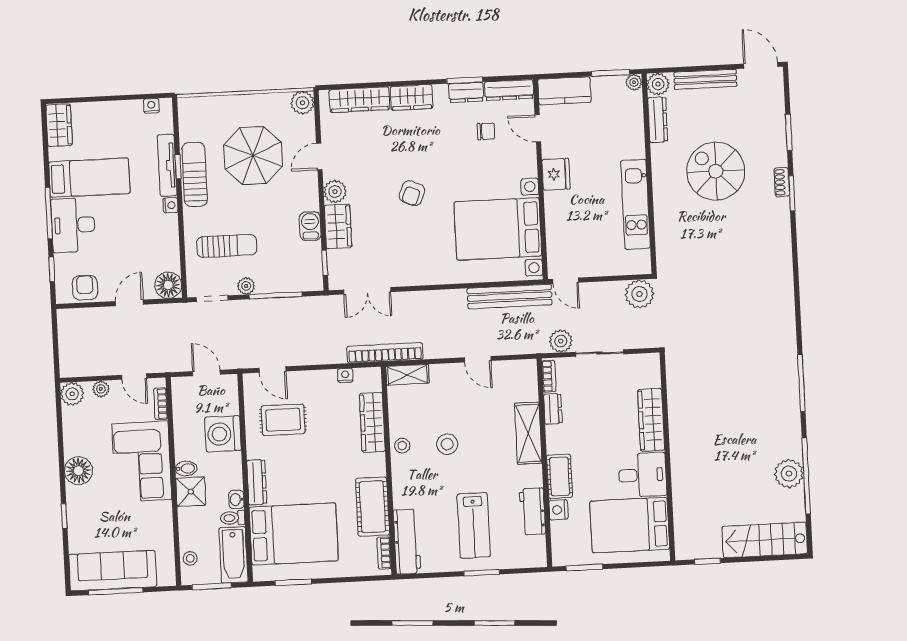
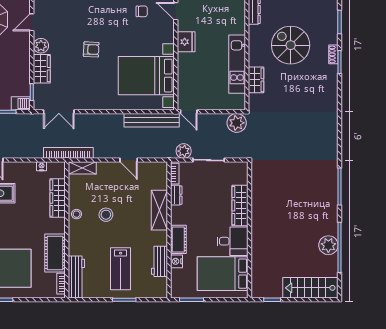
armchair: (412, 193) -> (91, 49), turned -109
barbecue: (310, 226) -> (21, 103), moved, turned 90
wardrobe: (666, 227) -> (256, 80), added

